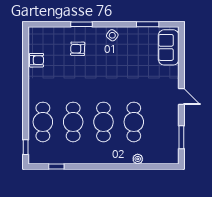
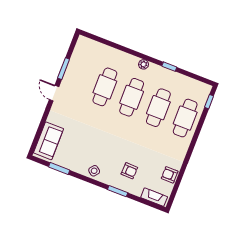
fireplace: (43, 32) -> (154, 197), added
window: (181, 137) -> (64, 69), moved
plant: (138, 159) -> (144, 64), moved
window: (56, 166) -> (169, 67), moved

